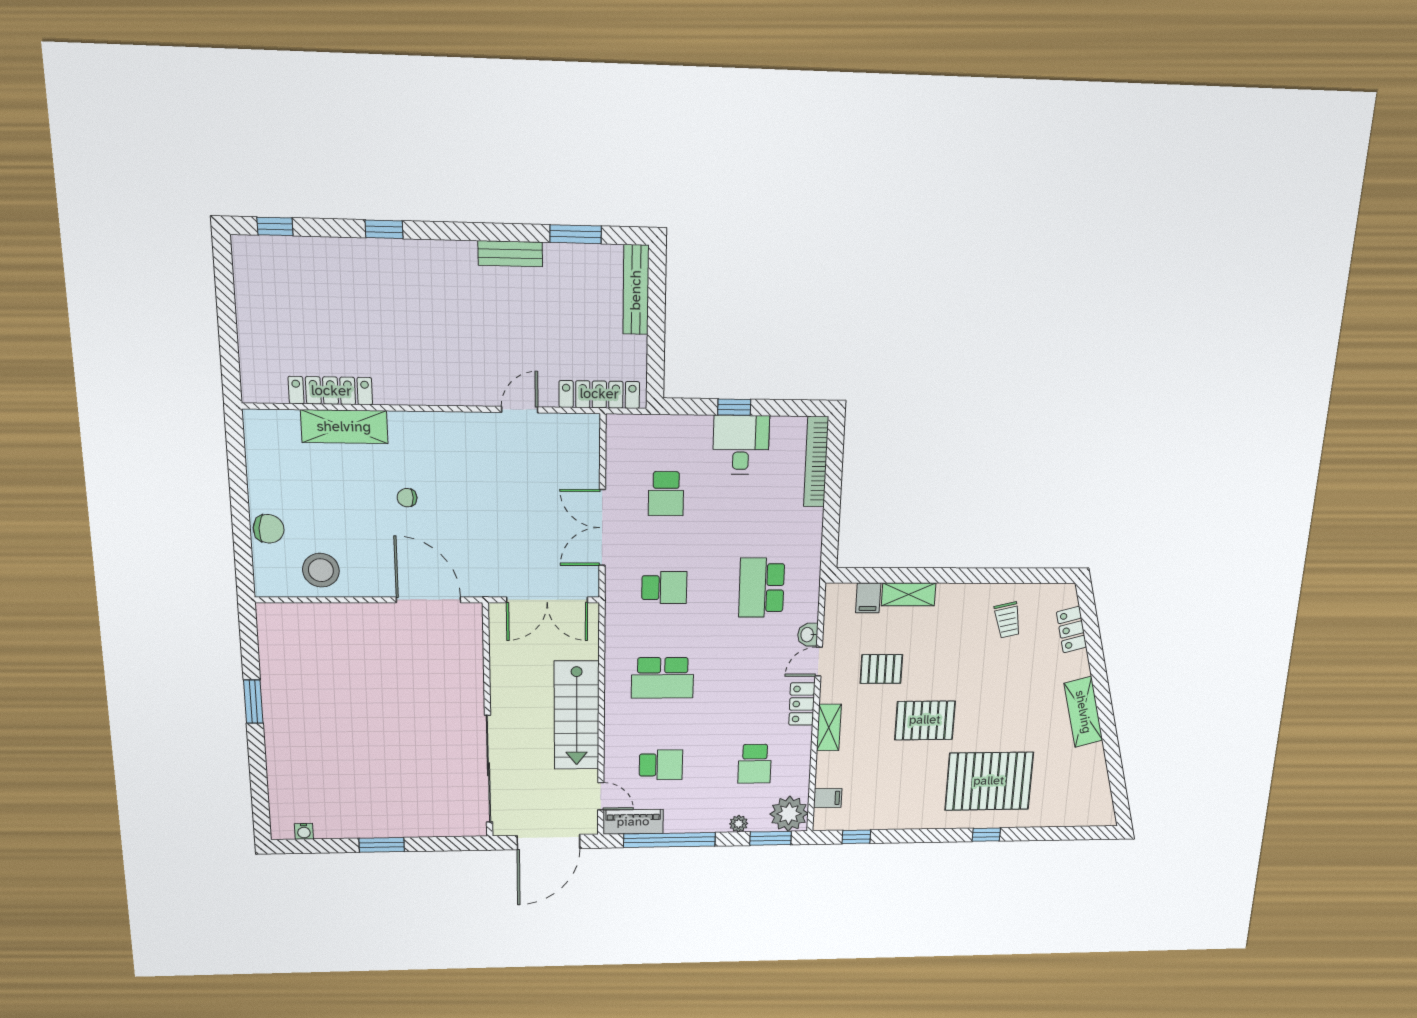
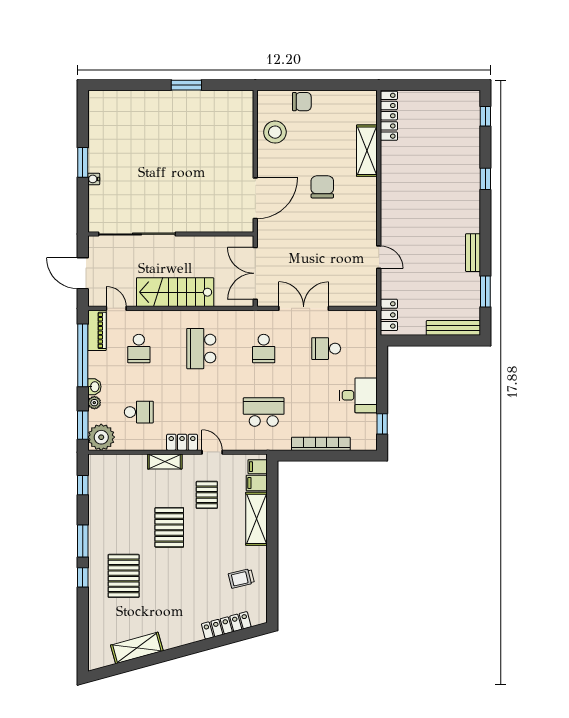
locker: (331, 391) -> (389, 116), moved
locker: (599, 394) -> (389, 315), width x0.66
window: (734, 407) -> (382, 424), moved
bookcase: (816, 462) -> (321, 444), moved
chair: (407, 498) -> (322, 187), width x1.87, depth x1.87
chair: (269, 529) -> (302, 102), turned -95
shelving: (909, 594) -> (256, 519), width x1.50, depth x1.33
locker: (1071, 630) -> (226, 625), width x1.53
washbasin: (808, 635) -> (94, 387), moved, turned 90
shelving: (1083, 712) -> (137, 648), moved
school desk: (755, 764) -> (139, 412), turned 180
pallet: (989, 781) -> (124, 576), width x0.73, depth x0.71
door: (601, 796) -> (116, 308), swing flipped
filing cabinet: (828, 798) -> (258, 467), moved, turned 90
water cooler: (304, 831) -> (94, 179), moved
window: (935, 836) -> (83, 541), added
door: (548, 842) -> (83, 273), width x0.73

